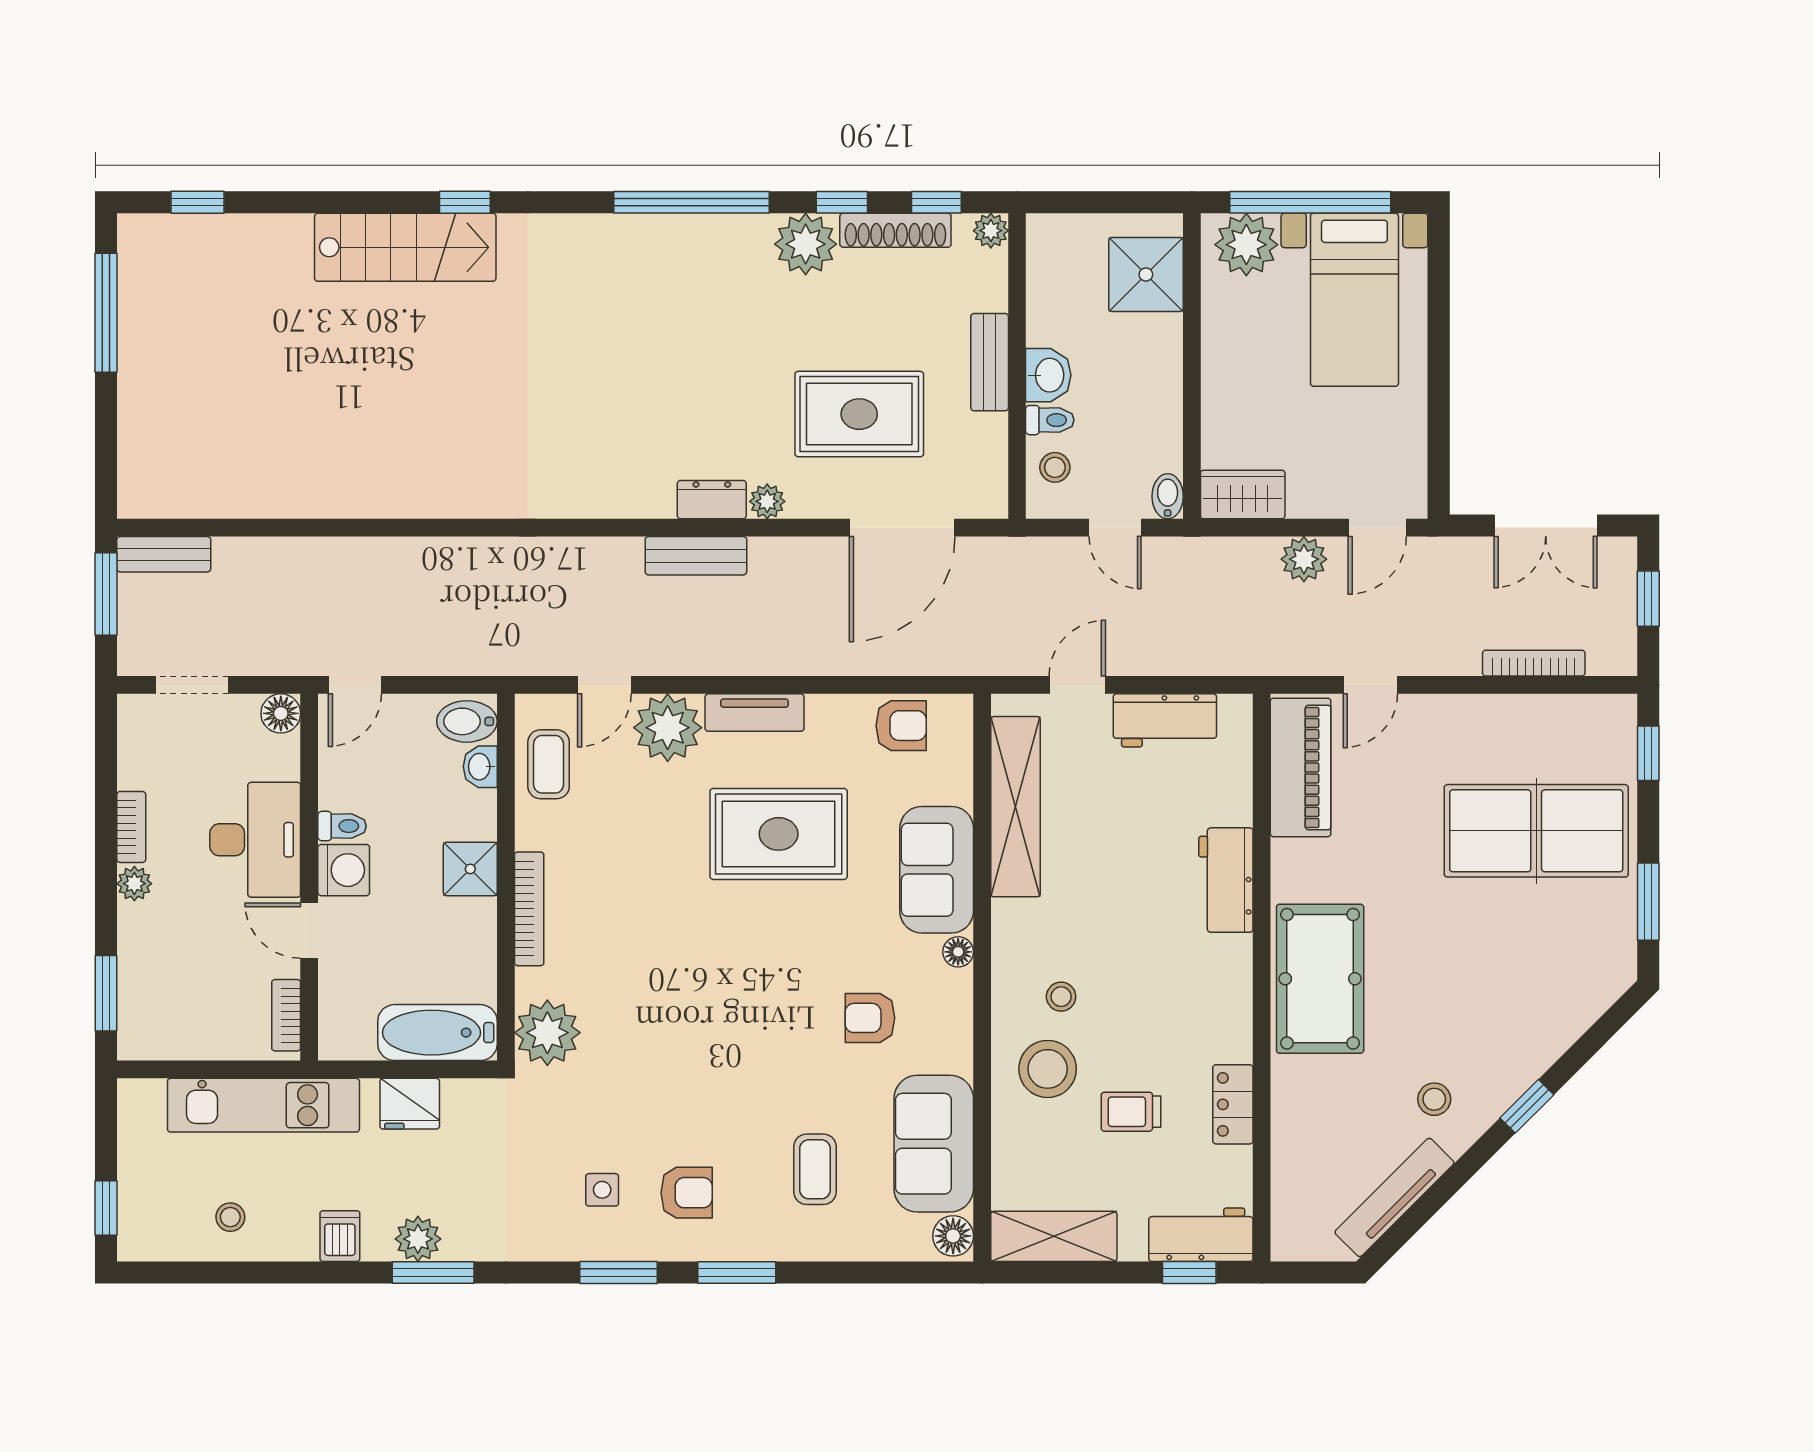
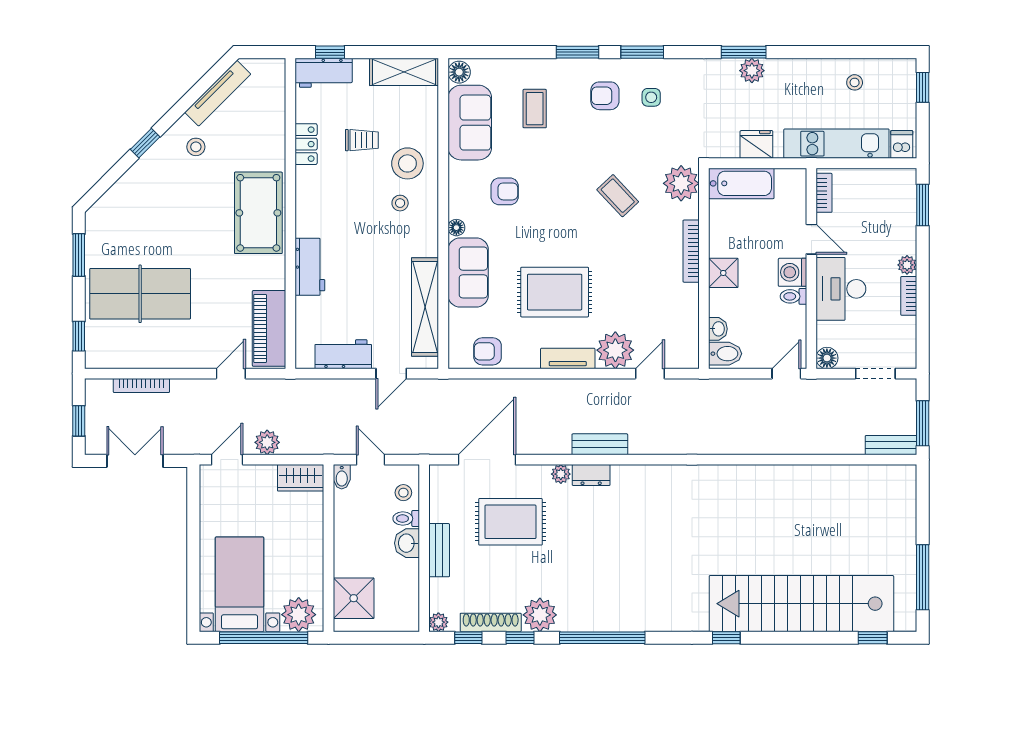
stairs: (405, 247) -> (801, 604), width x1.86, depth x1.51
coffee table: (549, 764) -> (618, 196), moved, turned -43
dishwasher: (340, 1236) -> (902, 144), moved, turned 180

